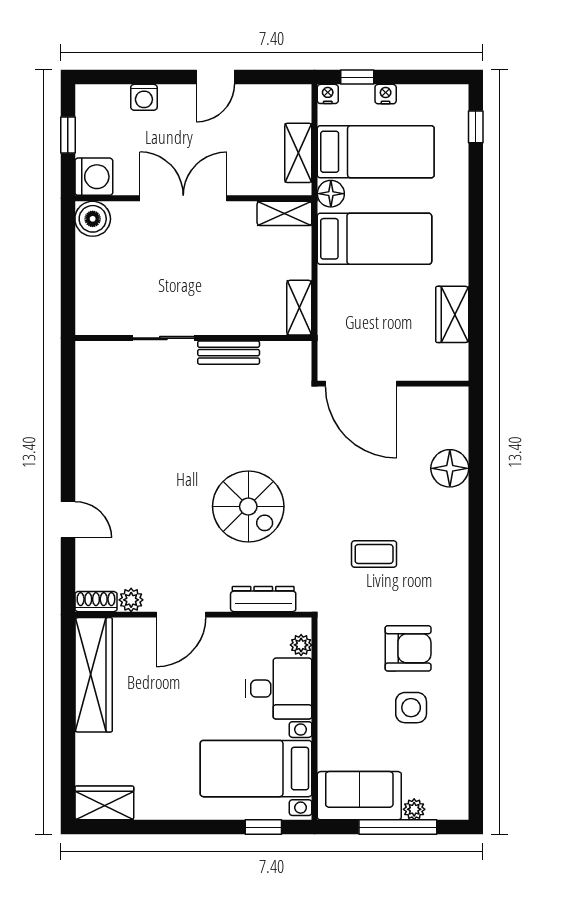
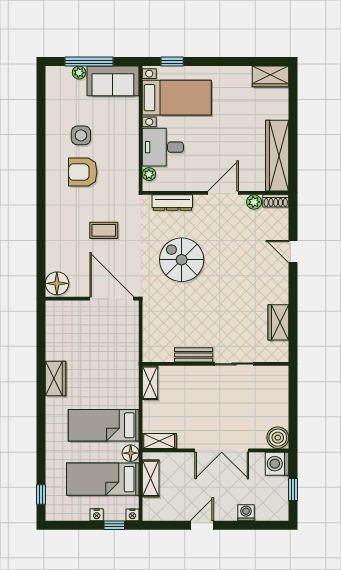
door: (361, 384) -> (112, 299), moved
wall: (393, 384) -> (92, 299), moved
wardrobe: (92, 405) -> (278, 322), added

